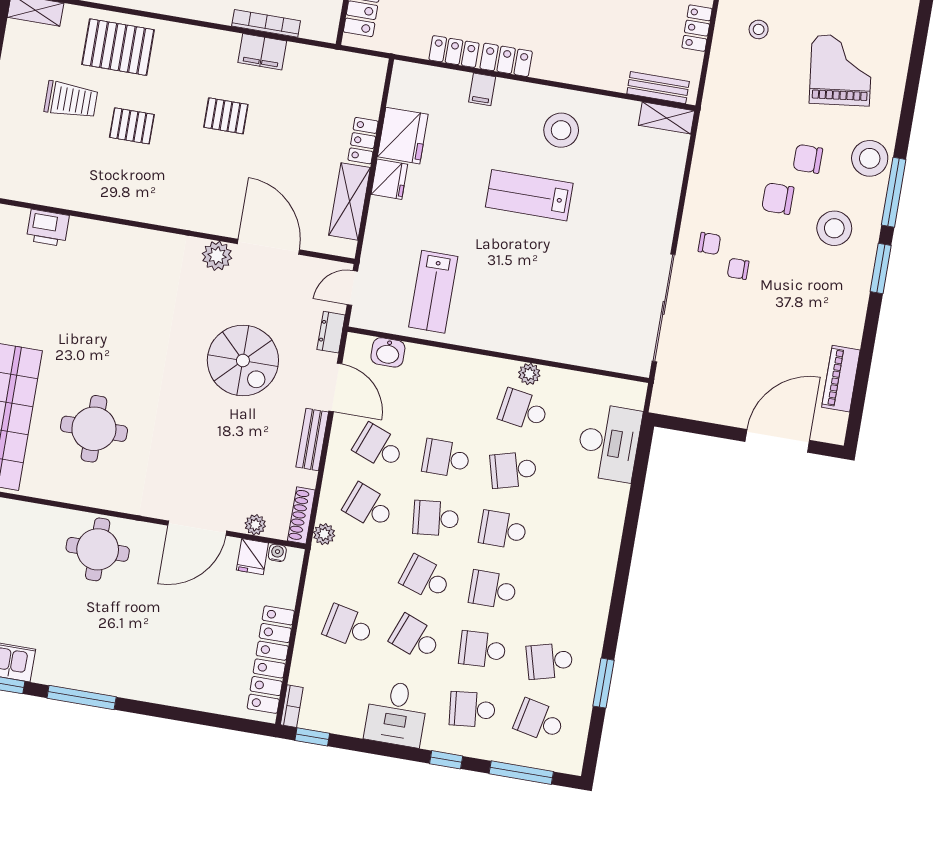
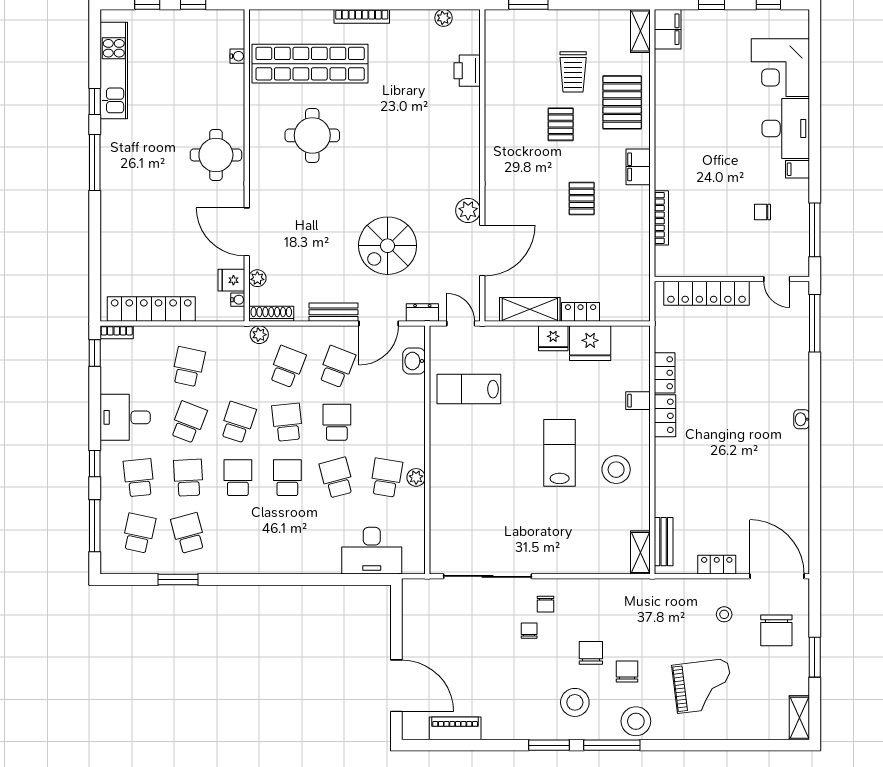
filing cabinet: (262, 52) -> (638, 167), moved

